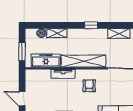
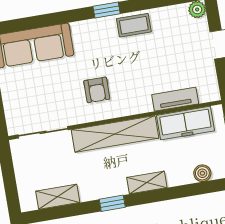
shelving: (57, 33) -> (147, 183), moved
tv unit: (63, 74) -> (175, 99), moved

